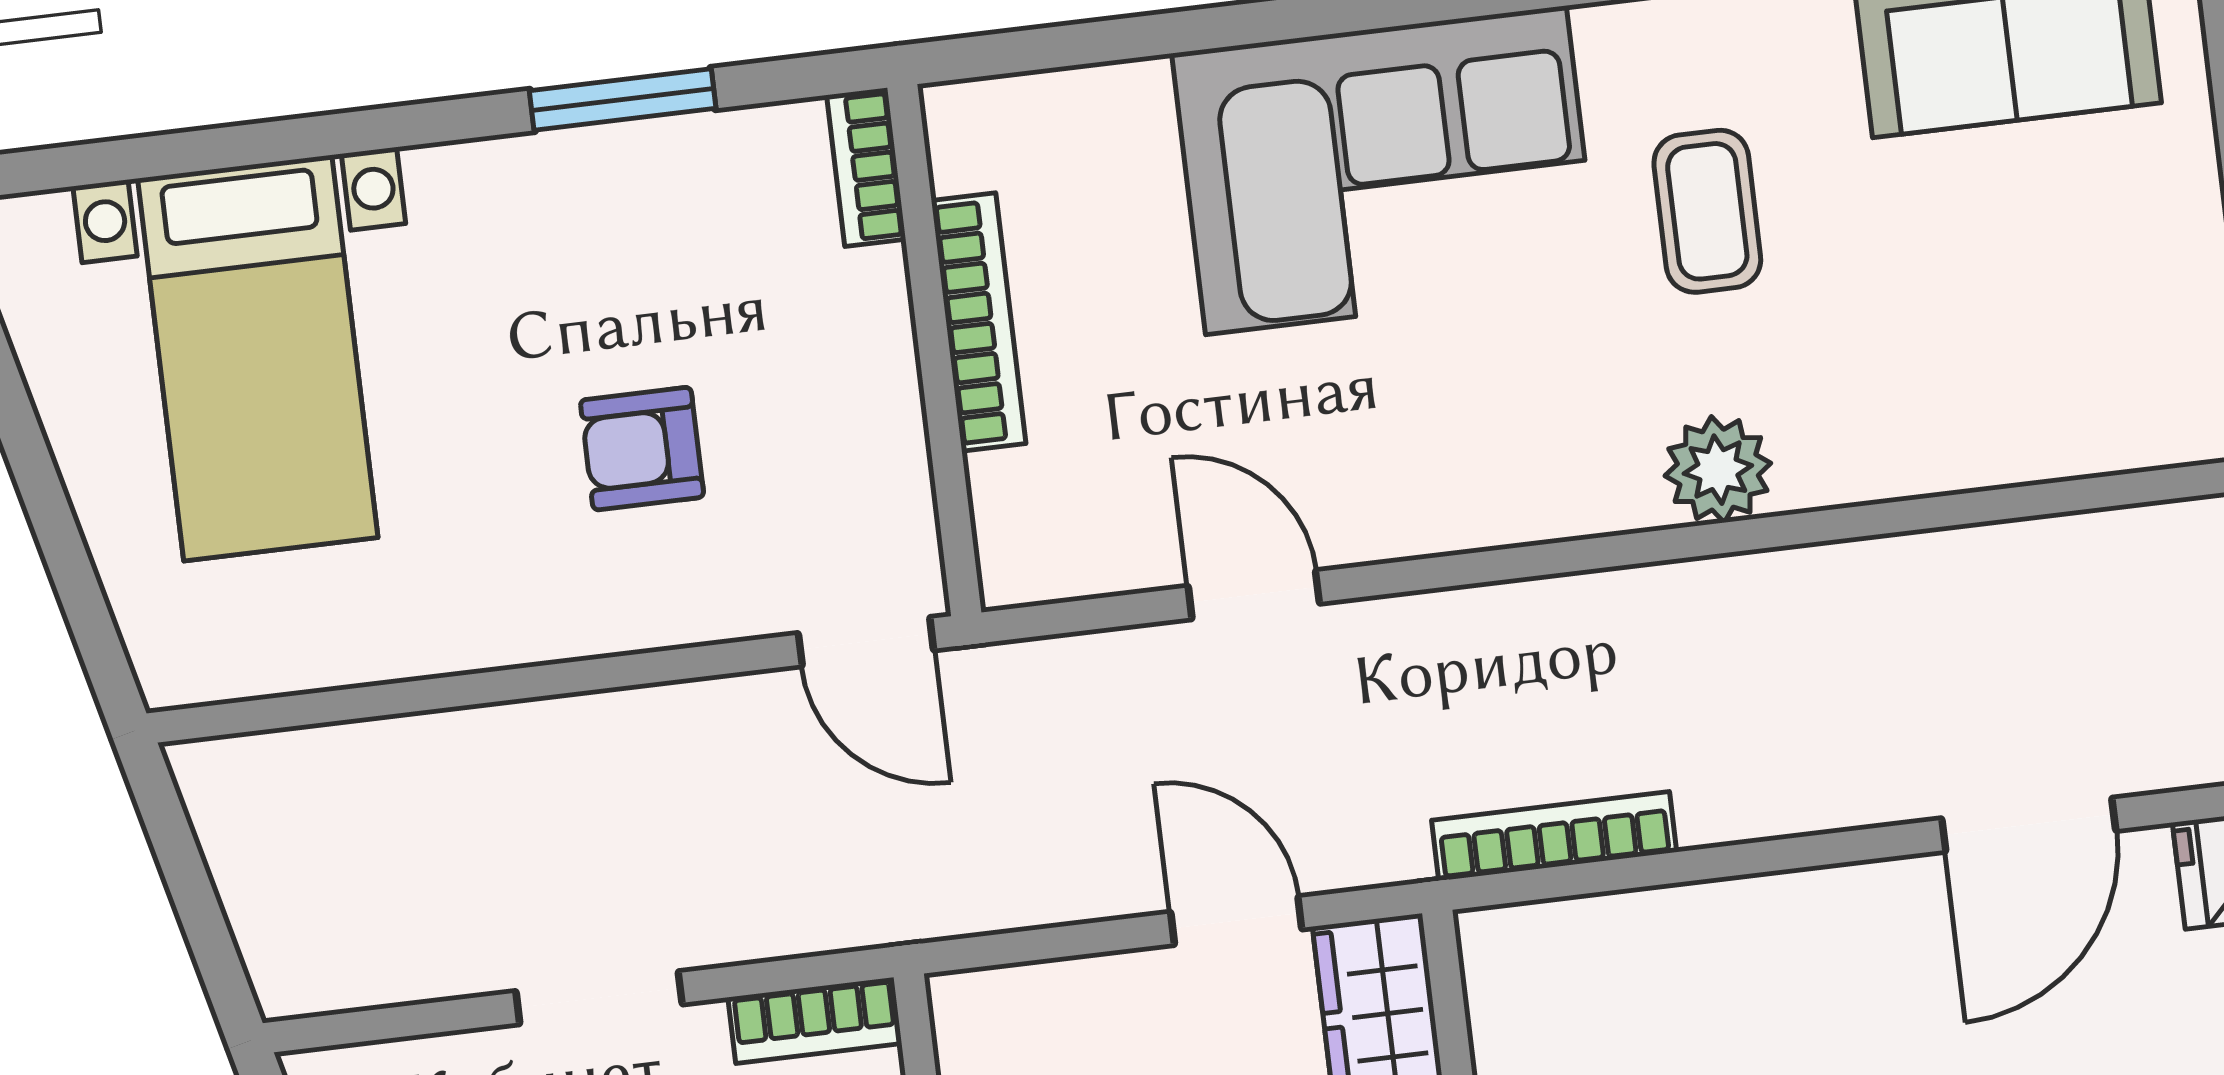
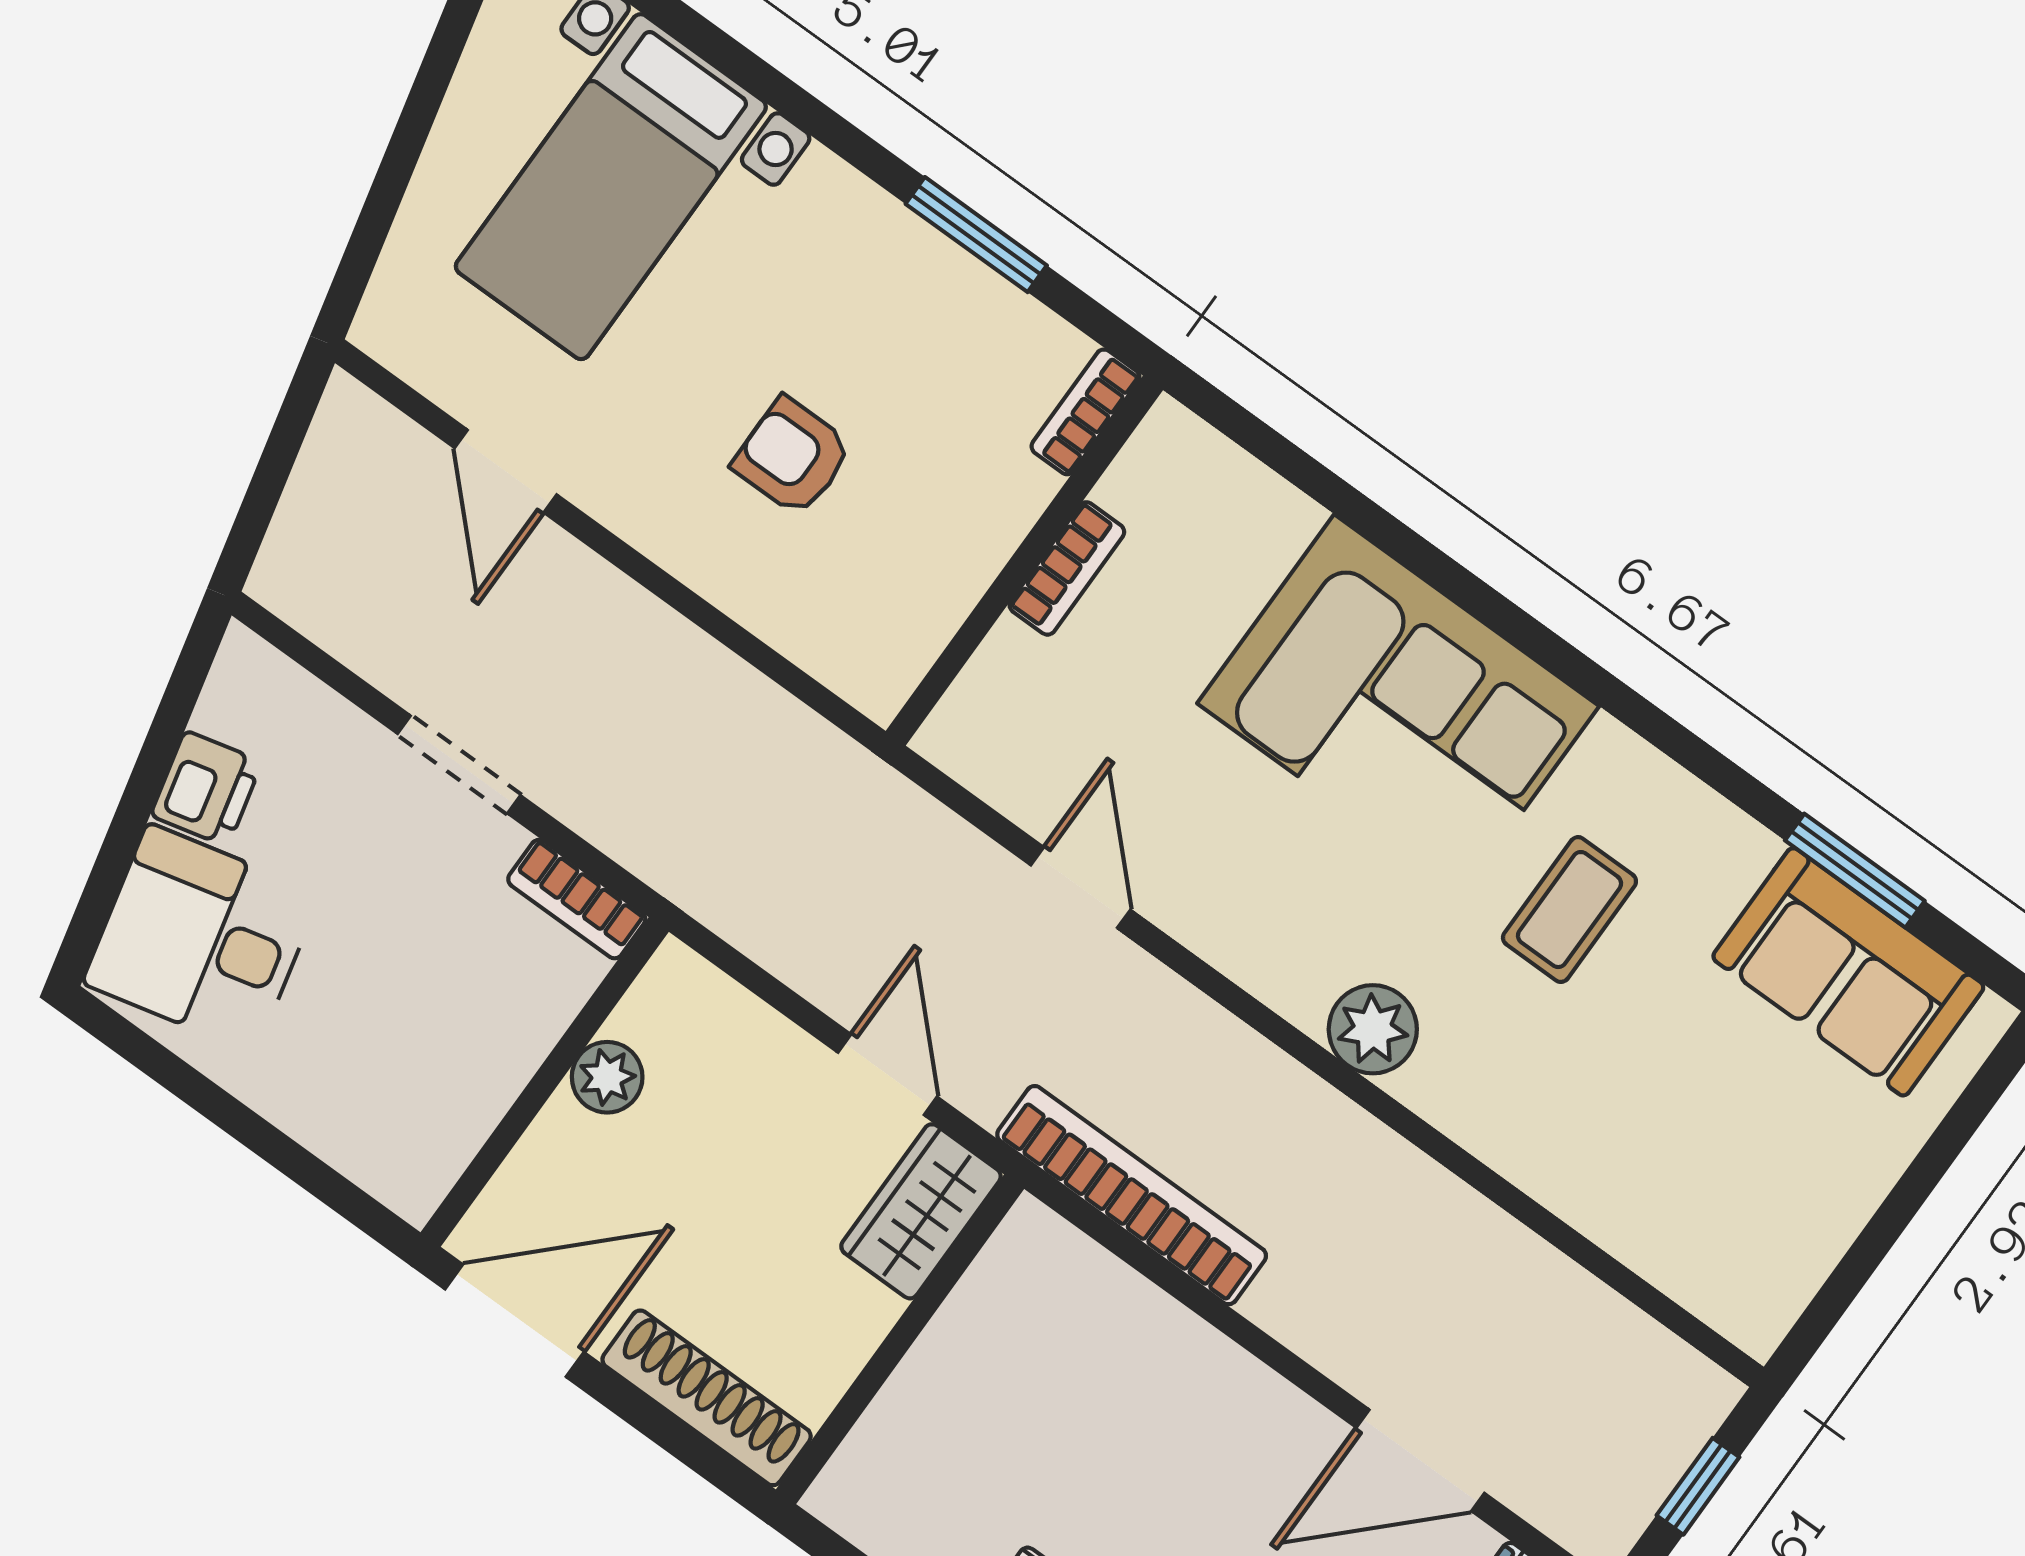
bookcase: (979, 322) -> (1067, 568), width x0.64
plant: (1718, 470) -> (1373, 1029), moved
door: (866, 642) -> (506, 471), moved
bookcase: (1554, 836) -> (1132, 1195), width x1.48, depth x1.31

